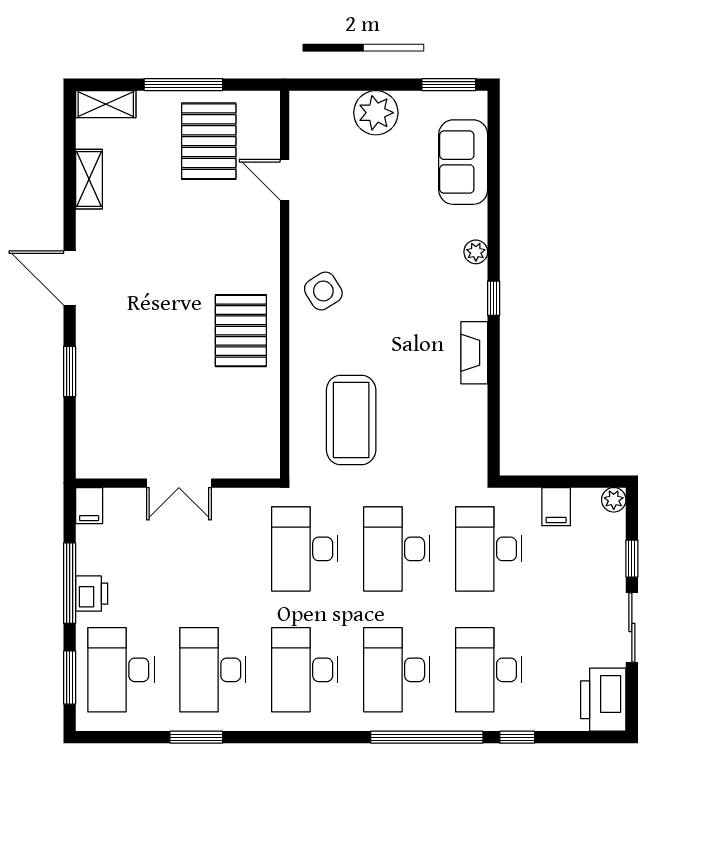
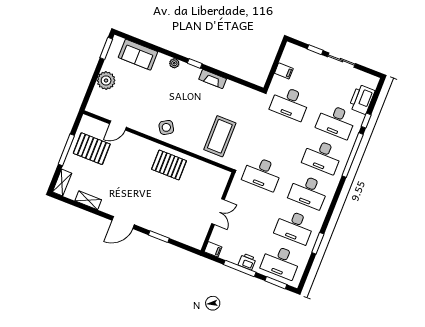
coffee table: (351, 420) -> (220, 136), turned 90
plant: (614, 500) -> (290, 48), removed
desk: (397, 549) -> (276, 138), removed
printer: (603, 700) -> (362, 99), moved, turned 90

